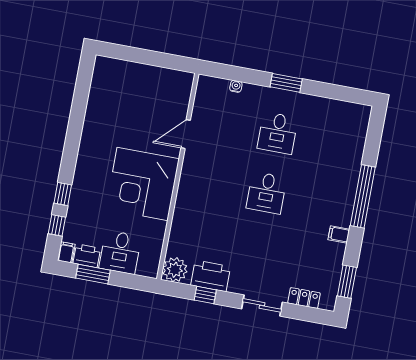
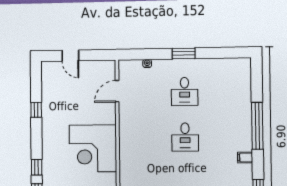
door: (136, 55) -> (70, 56), added
window: (77, 118) -> (36, 110), added
door: (186, 134) -> (117, 91), moved

